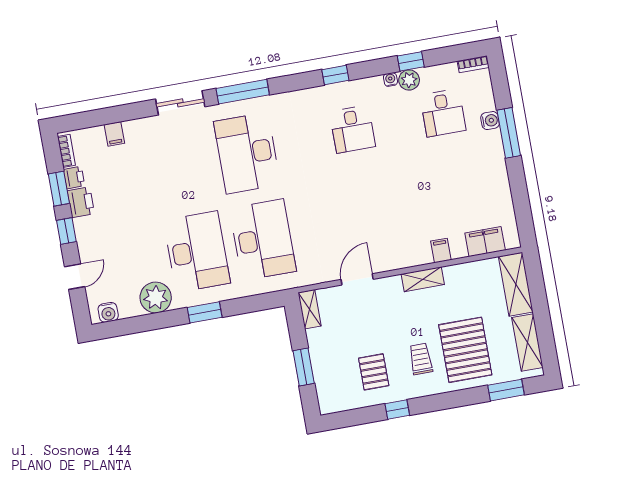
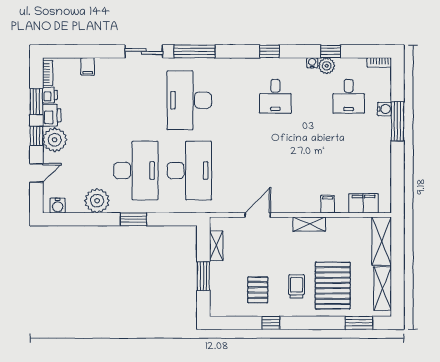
plant: (90, 232) -> (55, 140), added
shelving: (310, 309) -> (216, 246), moved

